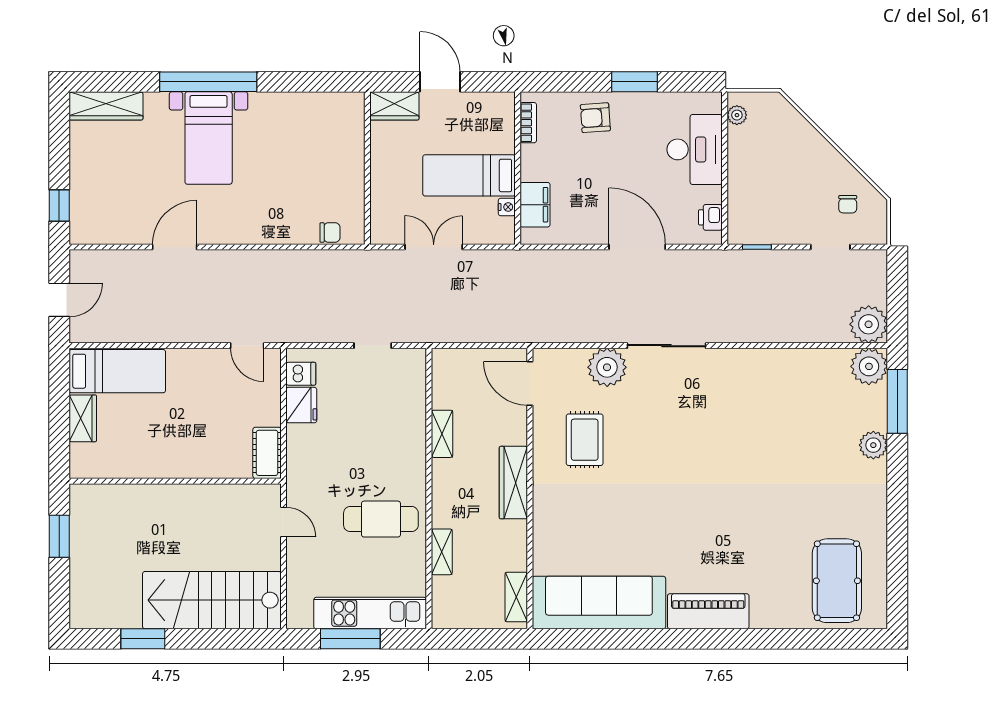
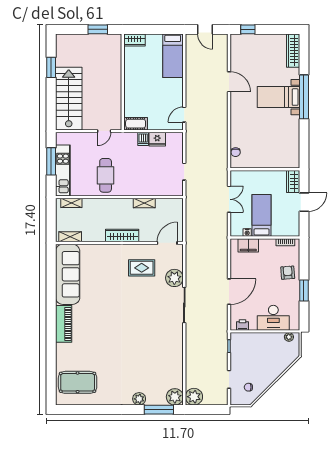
dishwasher: (301, 374) -> (143, 139), moved
wardrobe: (83, 418) -> (135, 40), moved
shelving: (442, 552) -> (71, 203), moved

